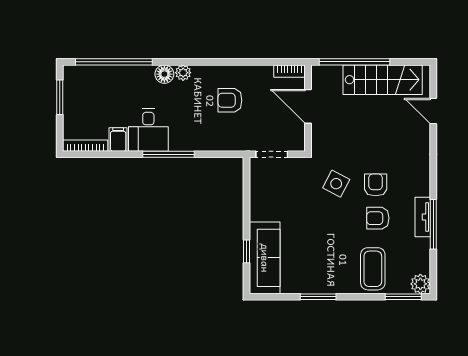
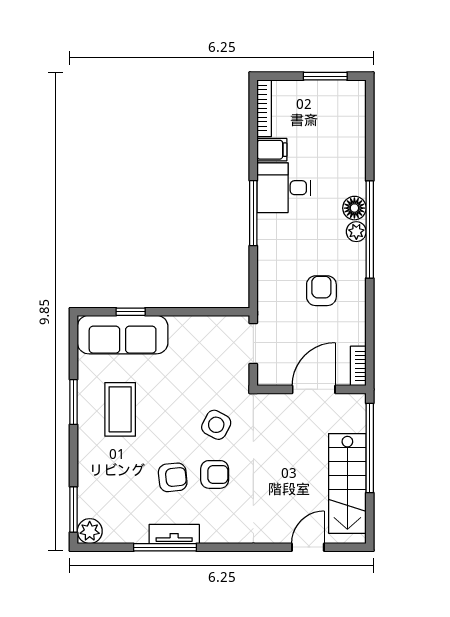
window: (114, 62) -> (370, 229), moved
armchair: (378, 218) -> (173, 477), turned 84
coffee table: (373, 269) -> (120, 409), moved, turned 90

